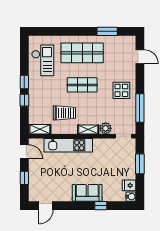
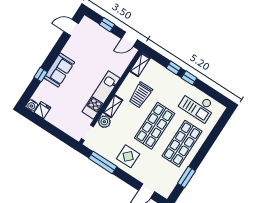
shop shelf: (82, 85) -> (155, 126), width x1.43, depth x1.36
kitchen unit: (68, 145) -> (101, 95), moved
window: (140, 164) -> (55, 131), removed
door: (46, 206) -> (71, 28), hinge flipped

